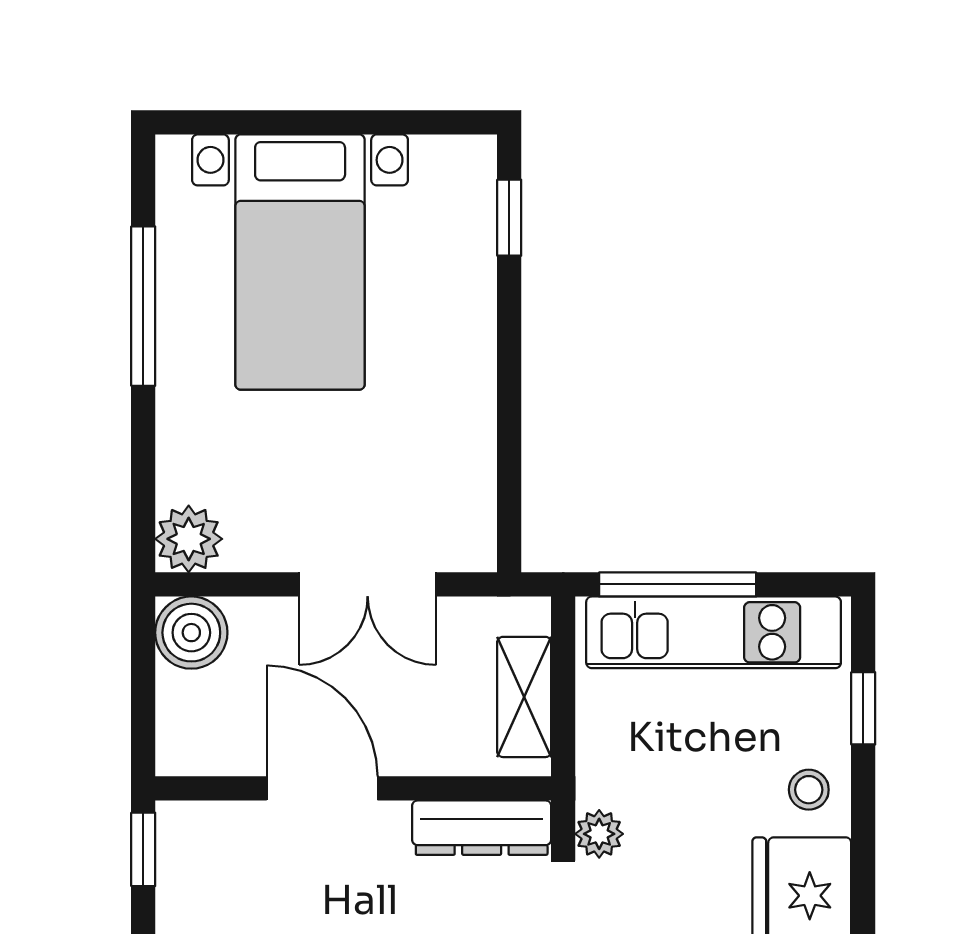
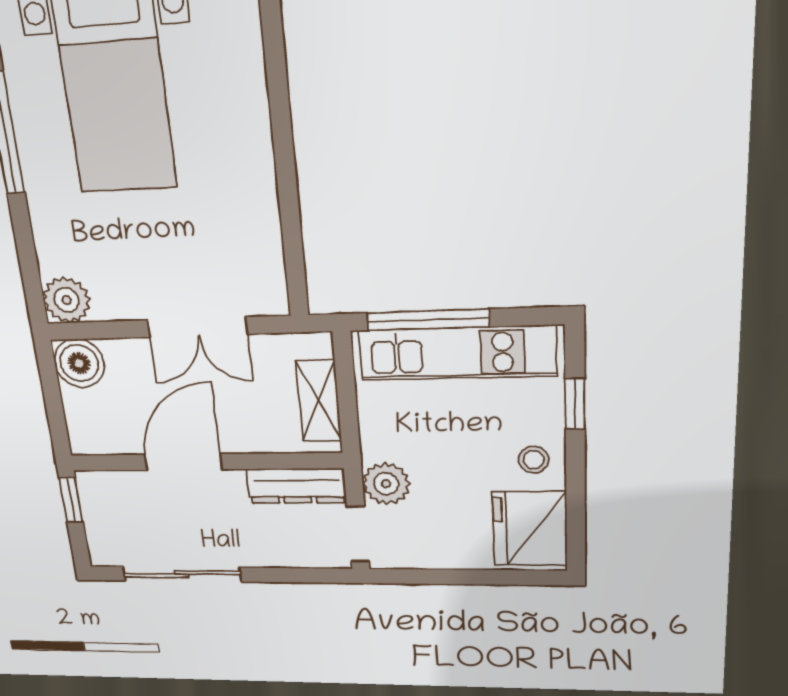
window: (509, 218) -> (274, 42), removed
door: (322, 788) -> (183, 462), hinge flipped
plant: (599, 834) -> (386, 484), width x1.38, depth x1.38

